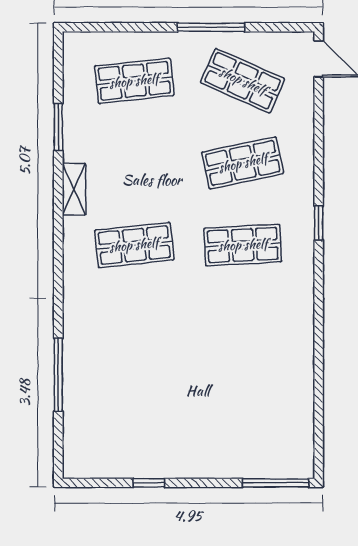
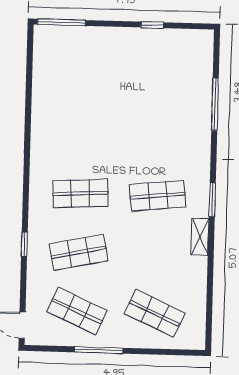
shop shelf: (134, 81) -> (155, 313), turned 30
window: (58, 127) -> (212, 200), moved
window: (319, 223) -> (24, 244), moved

